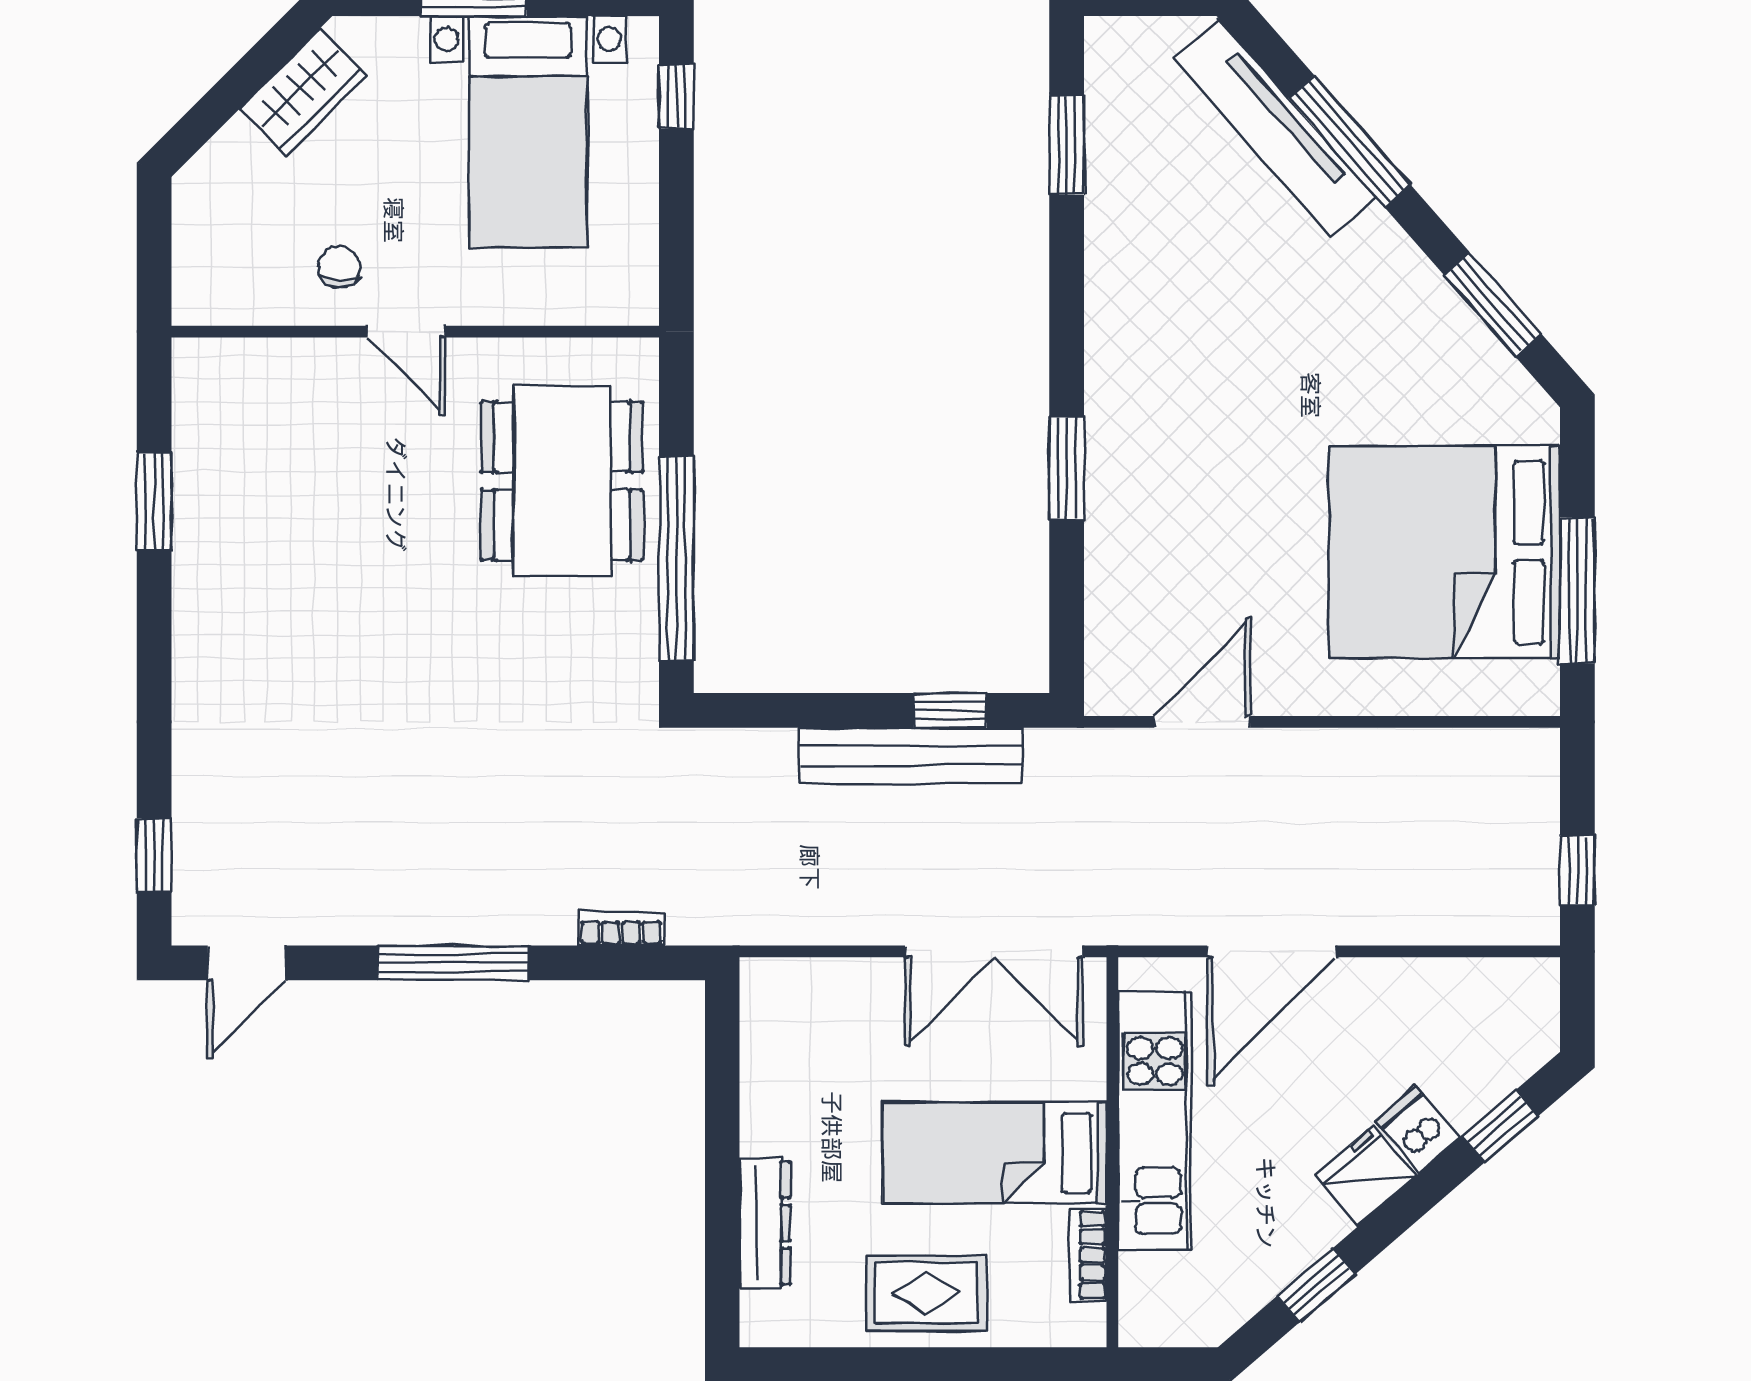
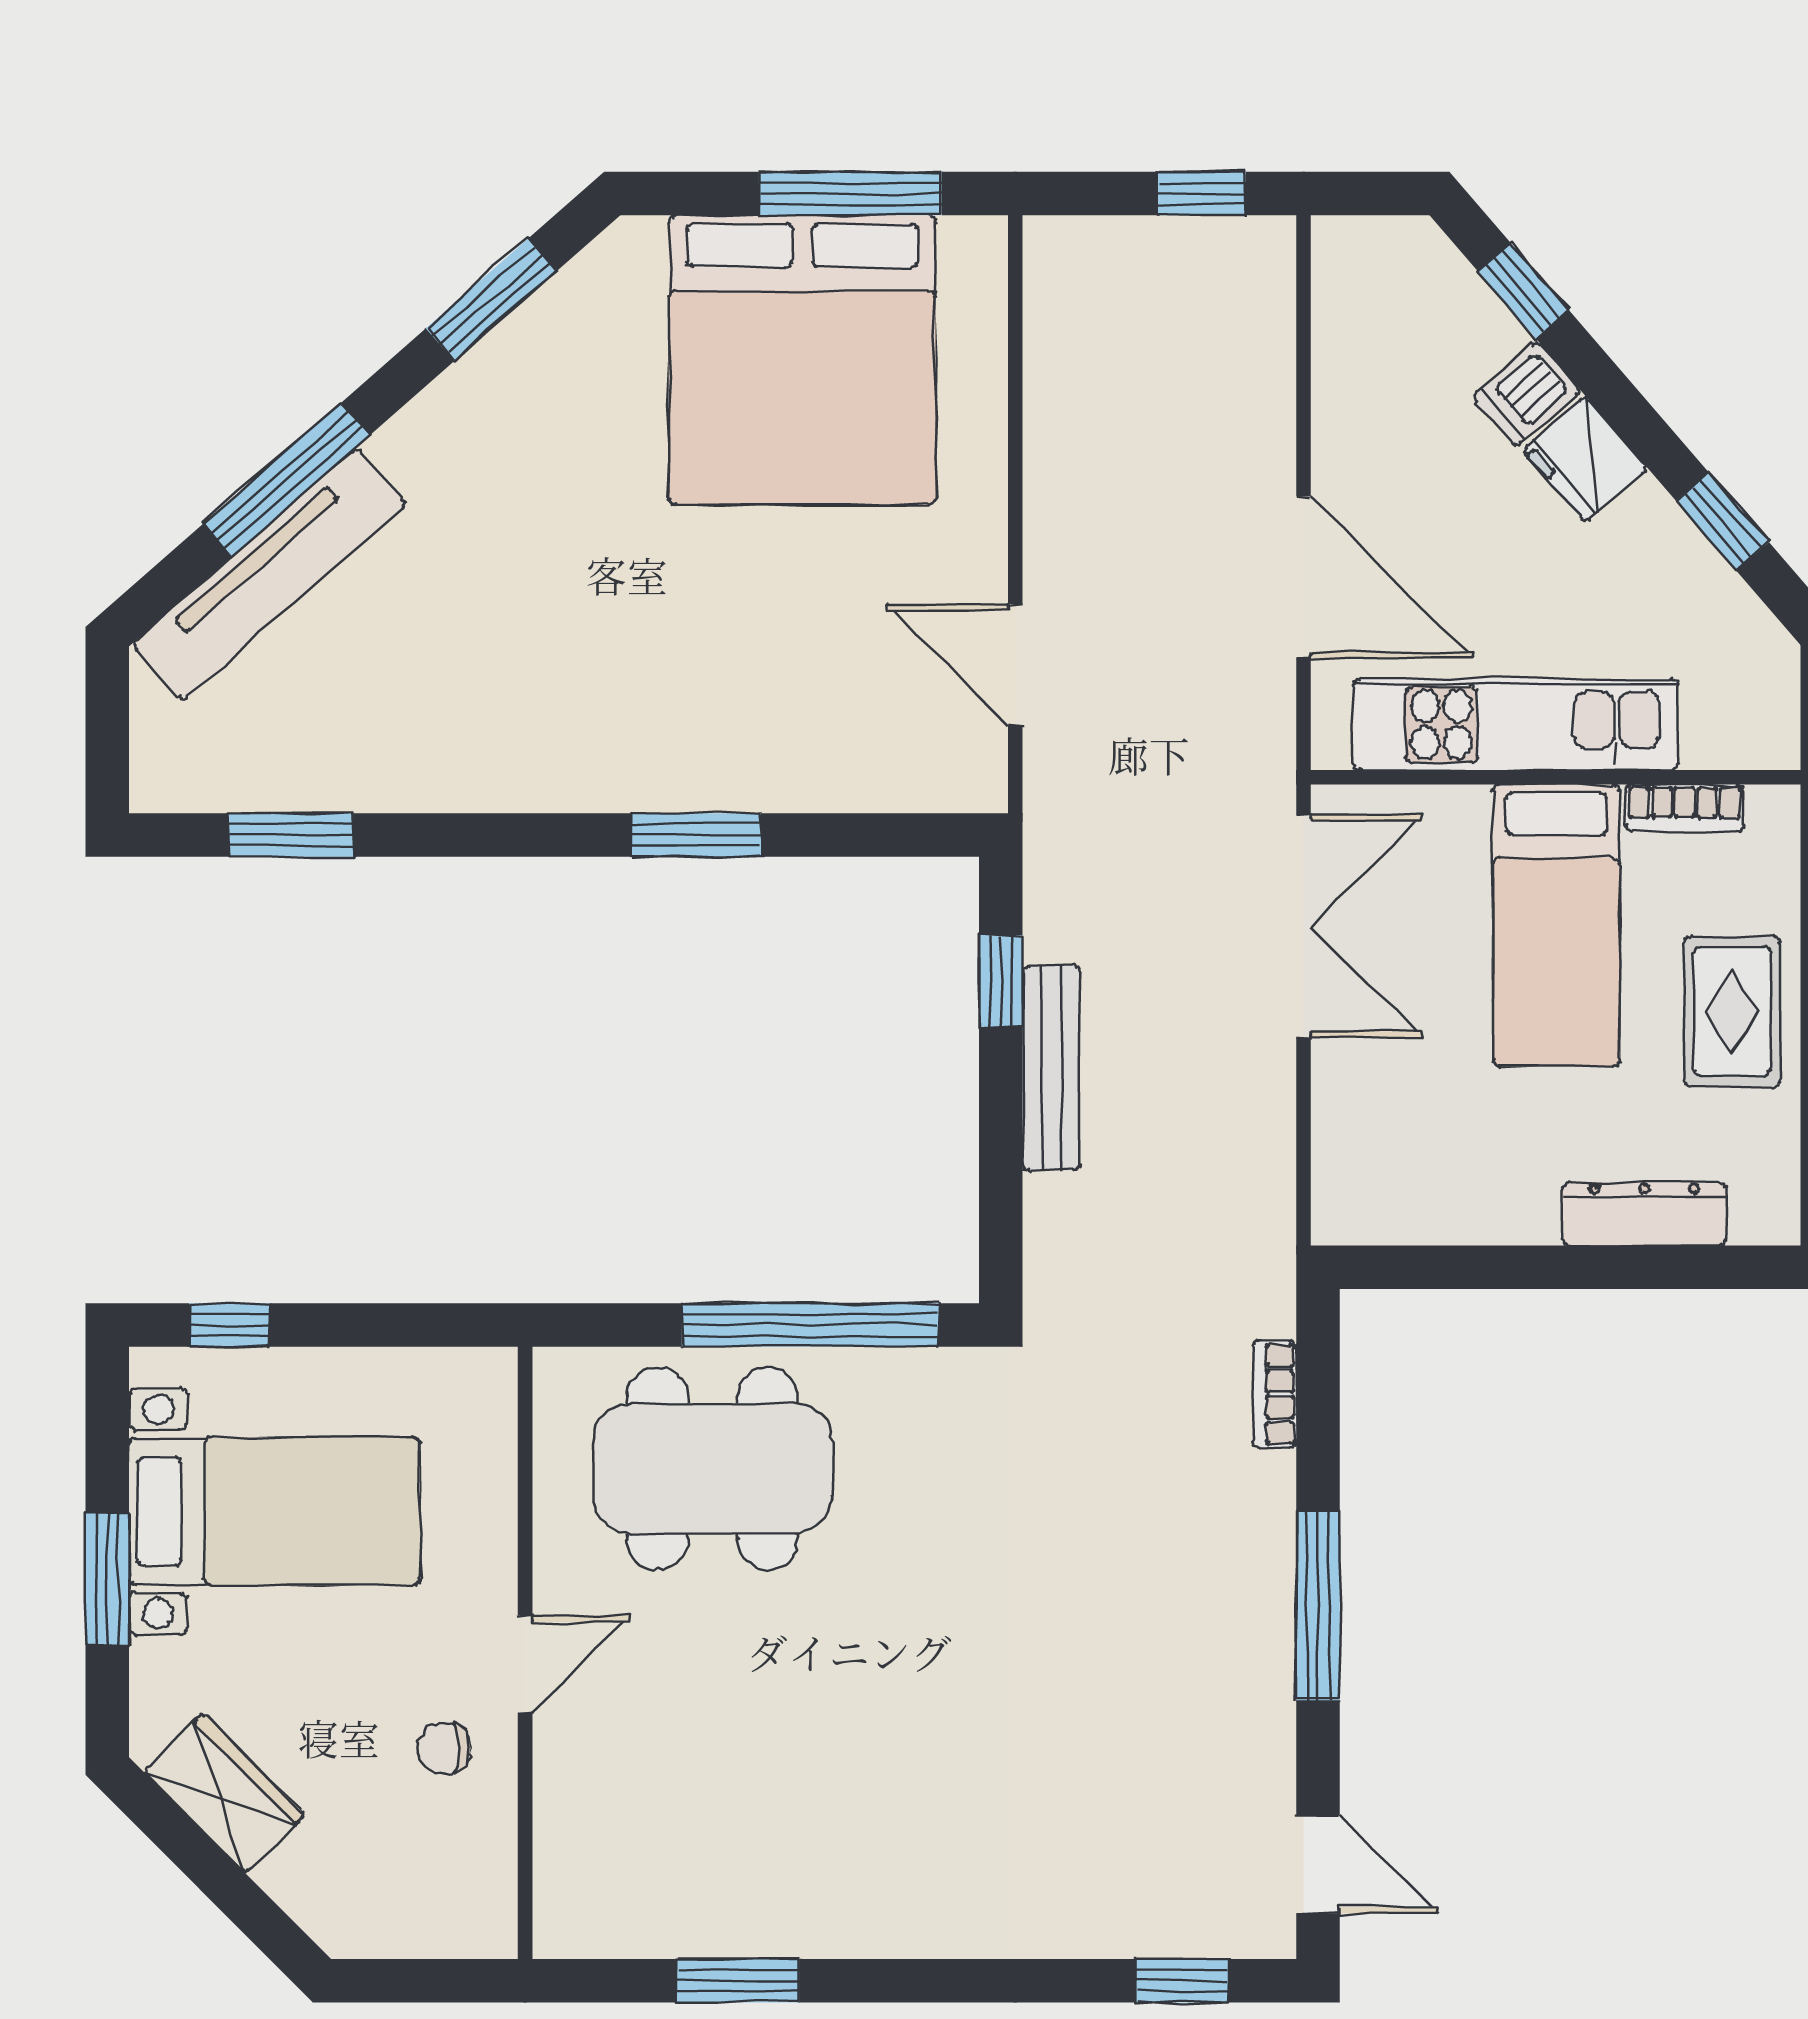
bench: (911, 755) -> (1051, 1068), width x0.73, depth x0.82

